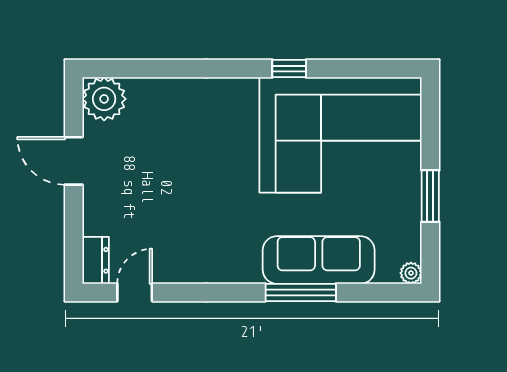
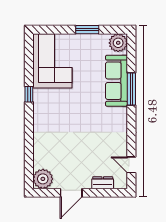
corner sofa: (341, 135) -> (52, 61), width x0.73, depth x0.74
dresser: (96, 260) -> (103, 183), moved
plant: (411, 273) -> (118, 43), width x1.87, depth x1.87

